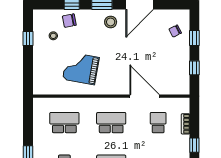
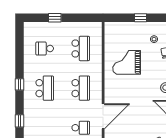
window: (28, 38) -> (141, 18), moved
grand piano: (81, 68) -> (127, 62), turned -100

